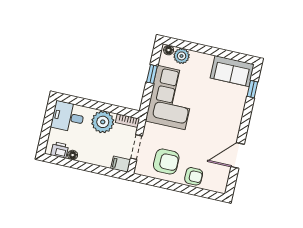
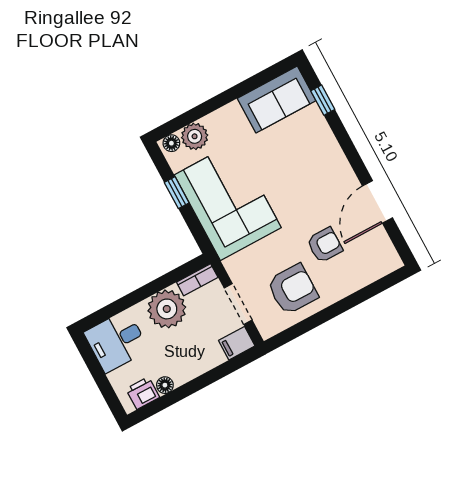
armchair: (194, 176) -> (325, 245), moved

